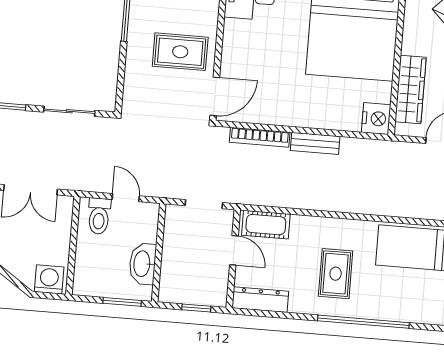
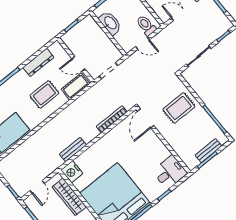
rug: (180, 52) -> (179, 108), moved
bench: (315, 143) -> (73, 150), moved
rug: (336, 274) -> (44, 94), moved, turned 90
dresser: (260, 300) -> (38, 62), moved

